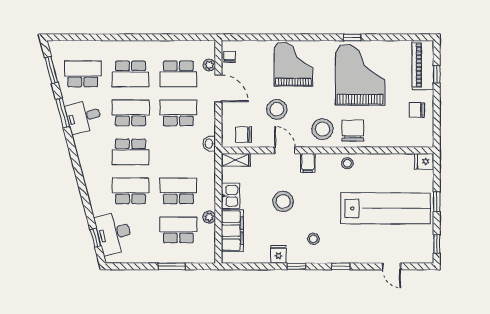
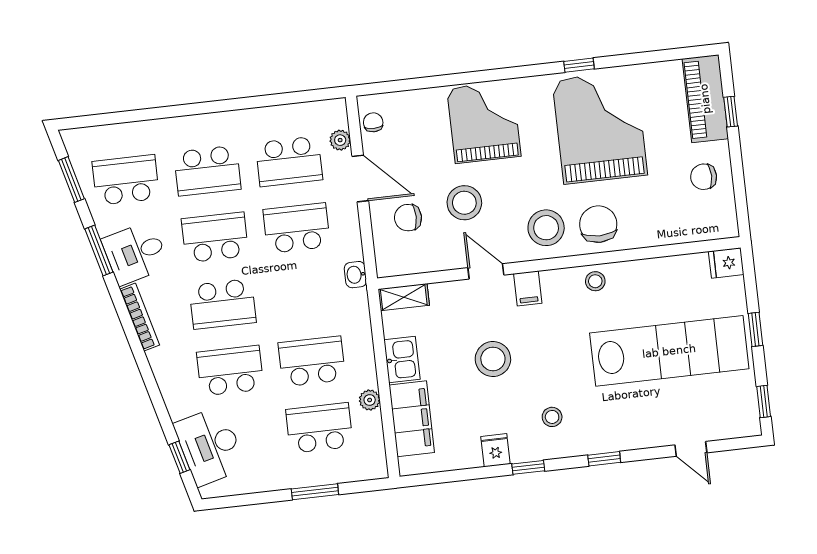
chair: (244, 135) -> (408, 218), moved
bookcase: (82, 154) -> (140, 317), added

